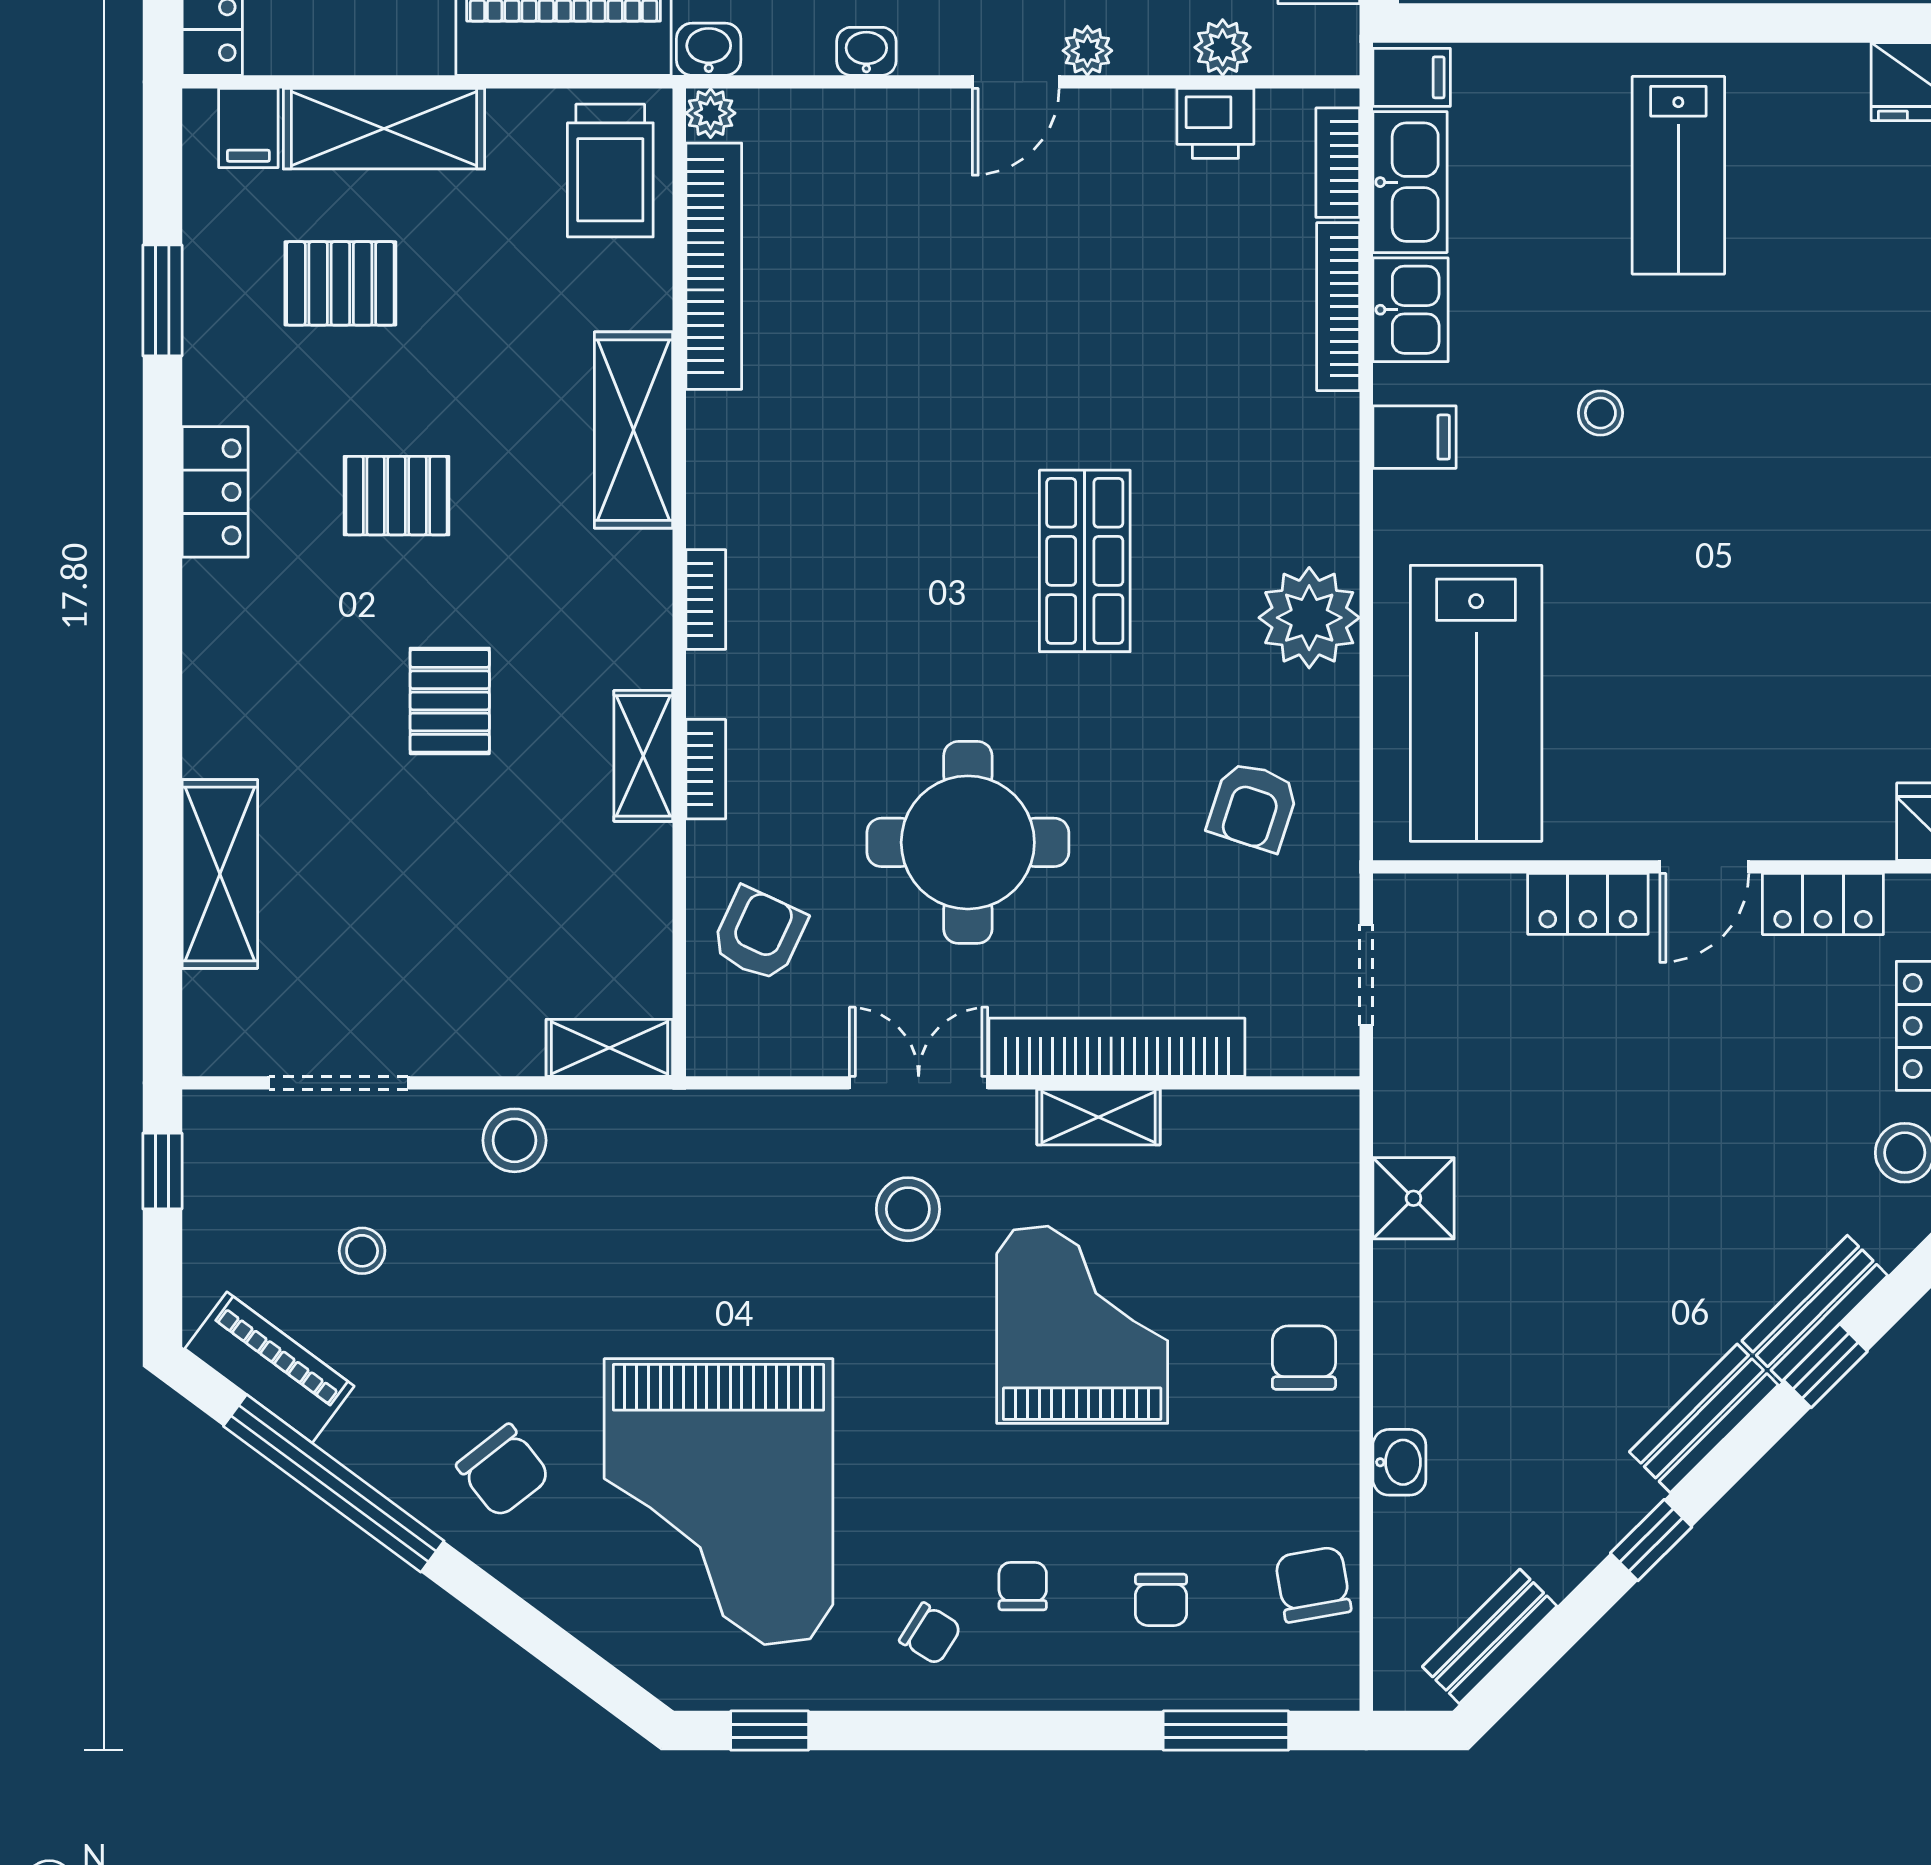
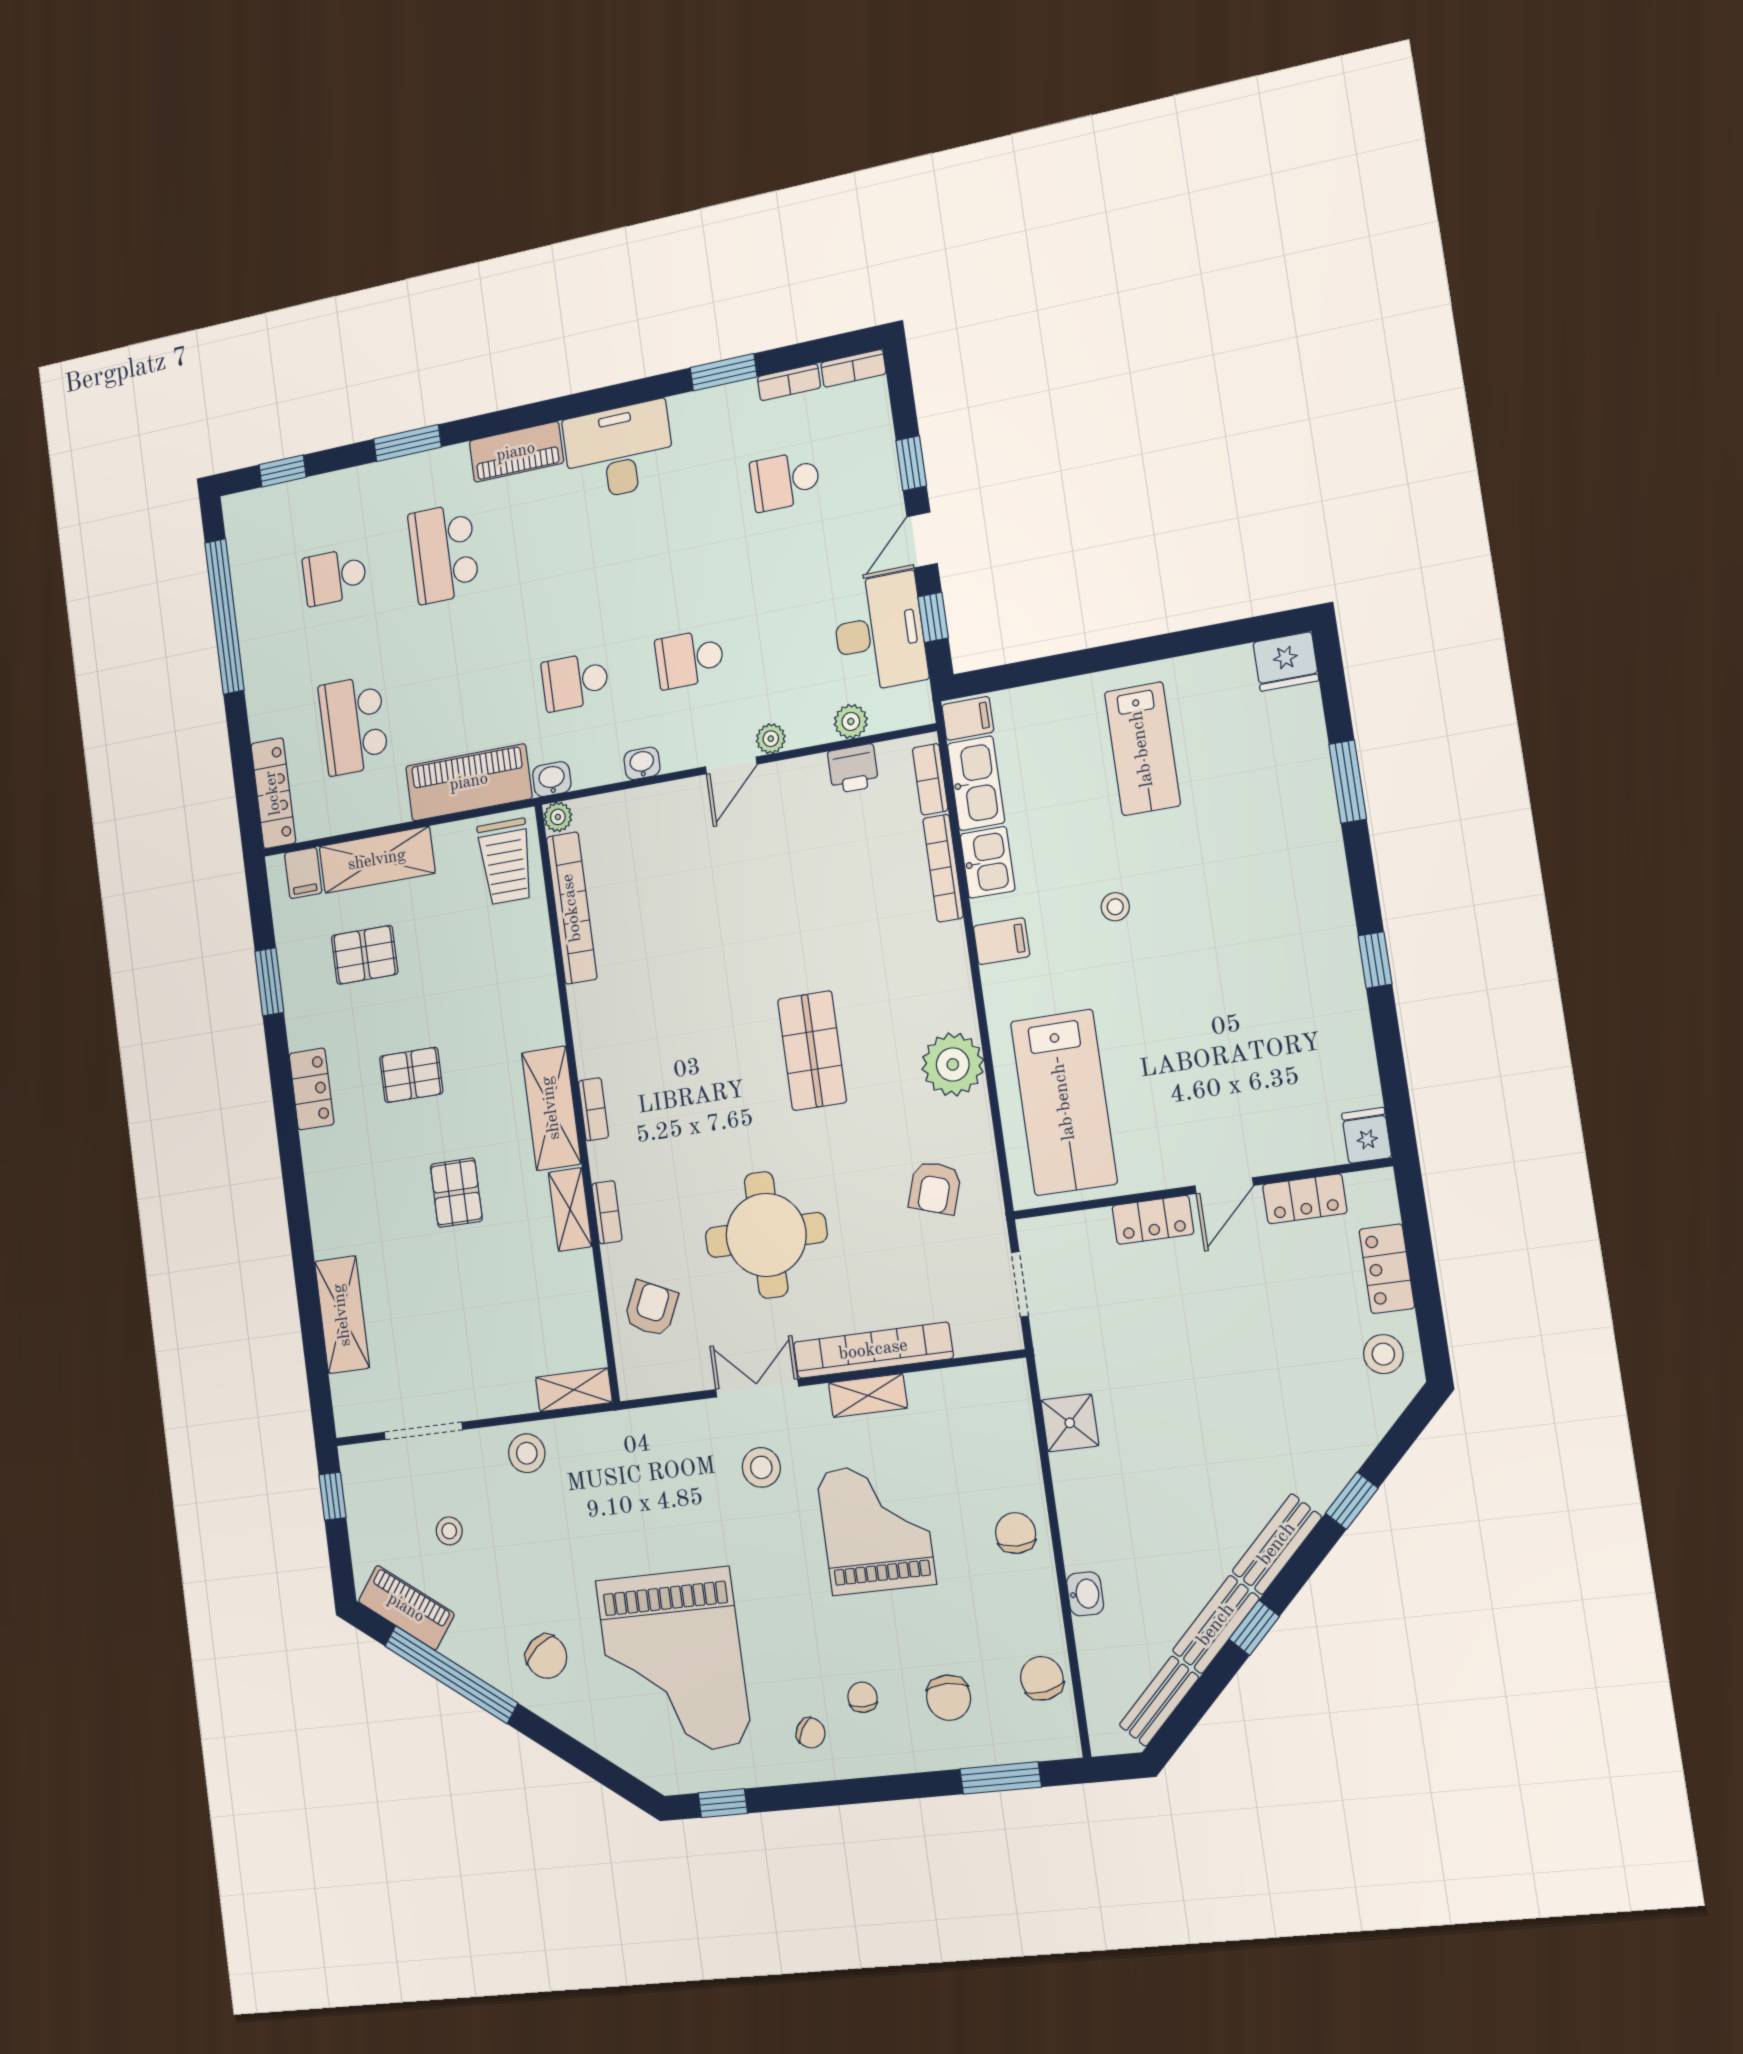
shelving: (634, 430) -> (551, 1108), moved
bench: (1815, 1308) -> (1216, 1625), moved
chair: (1161, 1600) -> (949, 1698), width x1.37, depth x1.37

